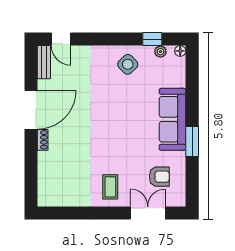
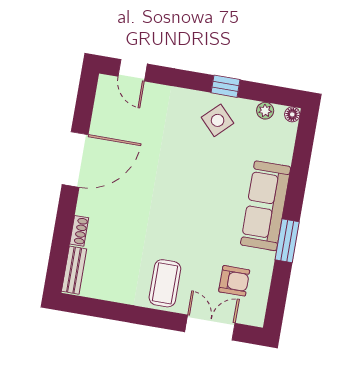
window: (152, 39) -> (226, 86), moved
bench: (44, 62) -> (74, 270), moved
shoe rack: (43, 140) -> (79, 231), moved
coffee table: (110, 187) -> (165, 283), width x1.36, depth x1.30

